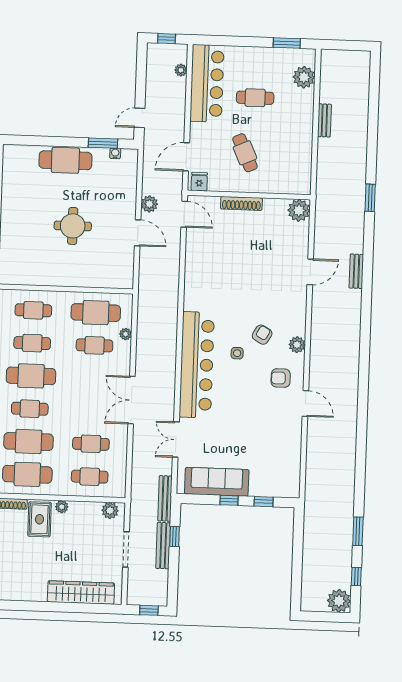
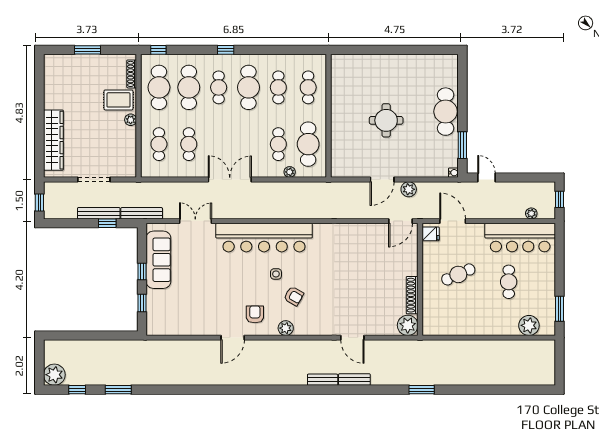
bench: (324, 120) -> (323, 380), moved
water cooler: (115, 153) -> (453, 173), moved
shoe rack: (241, 203) -> (412, 295), moved
plant: (110, 511) -> (129, 164), removed

